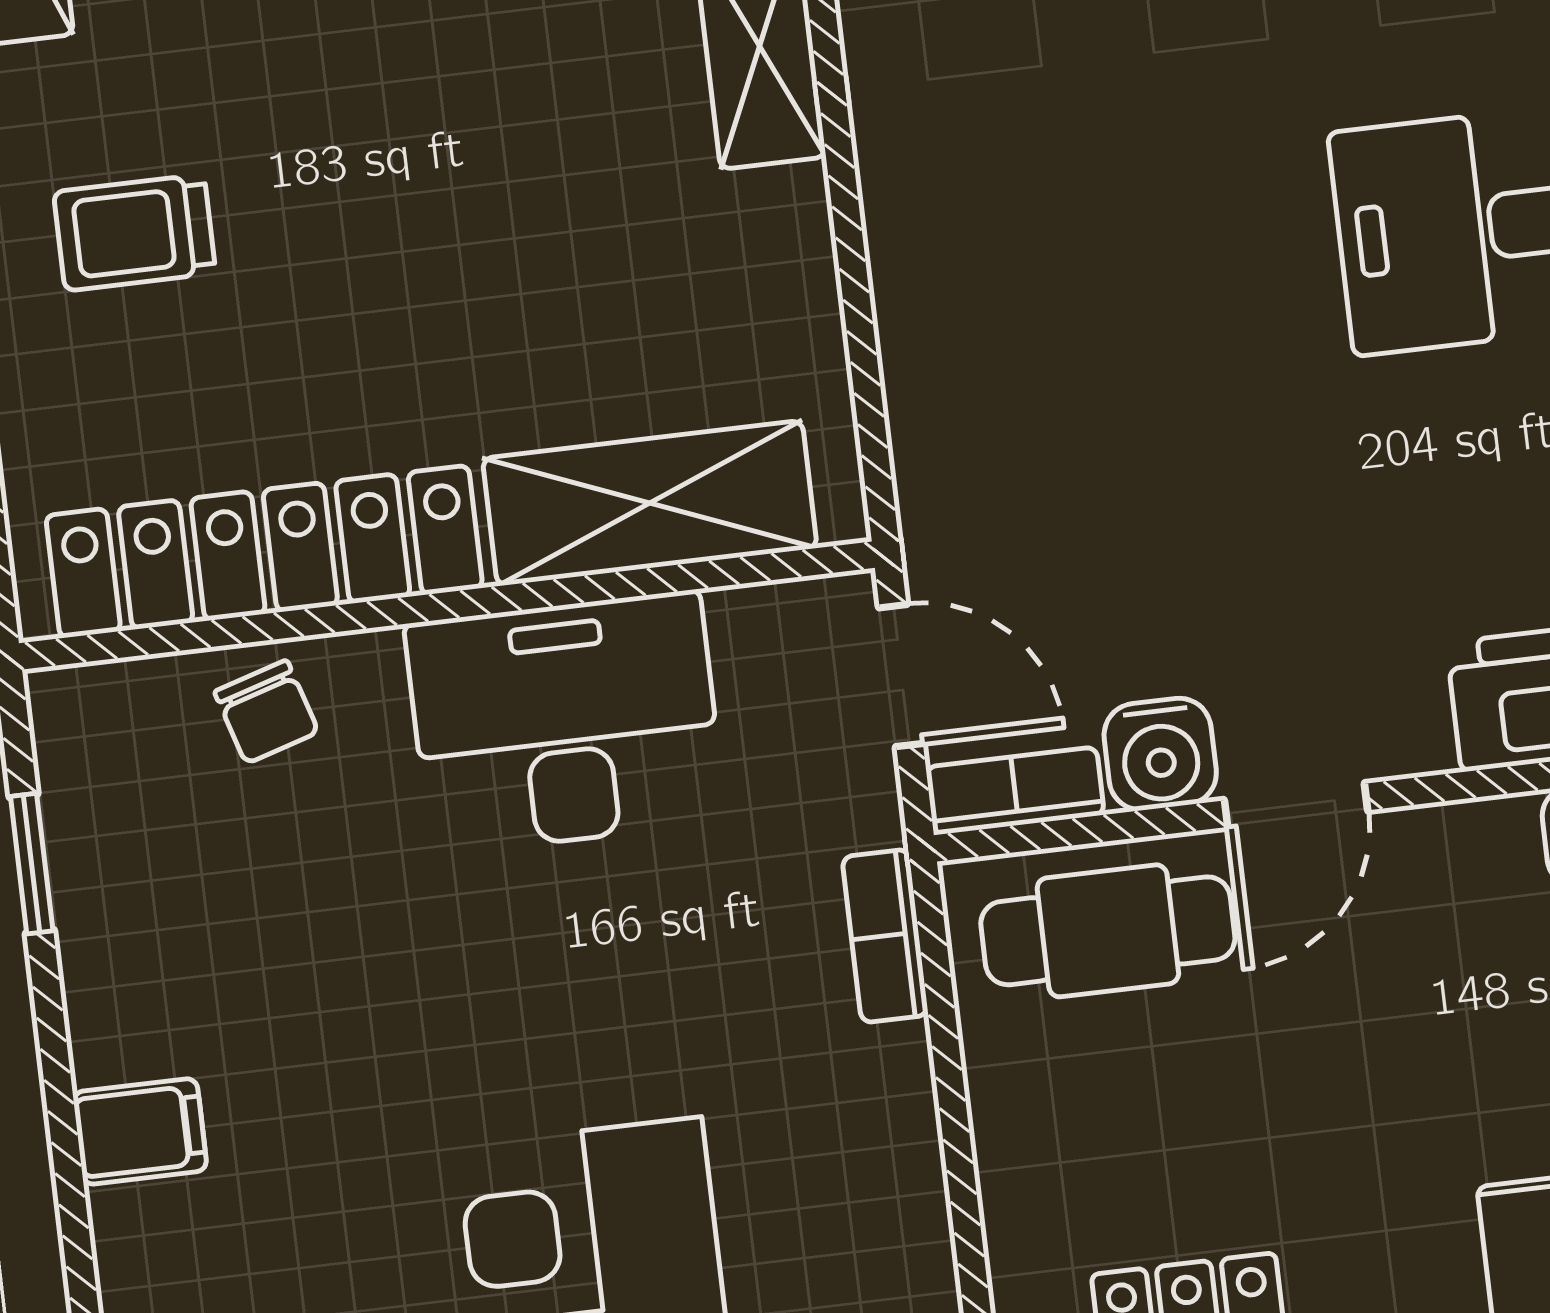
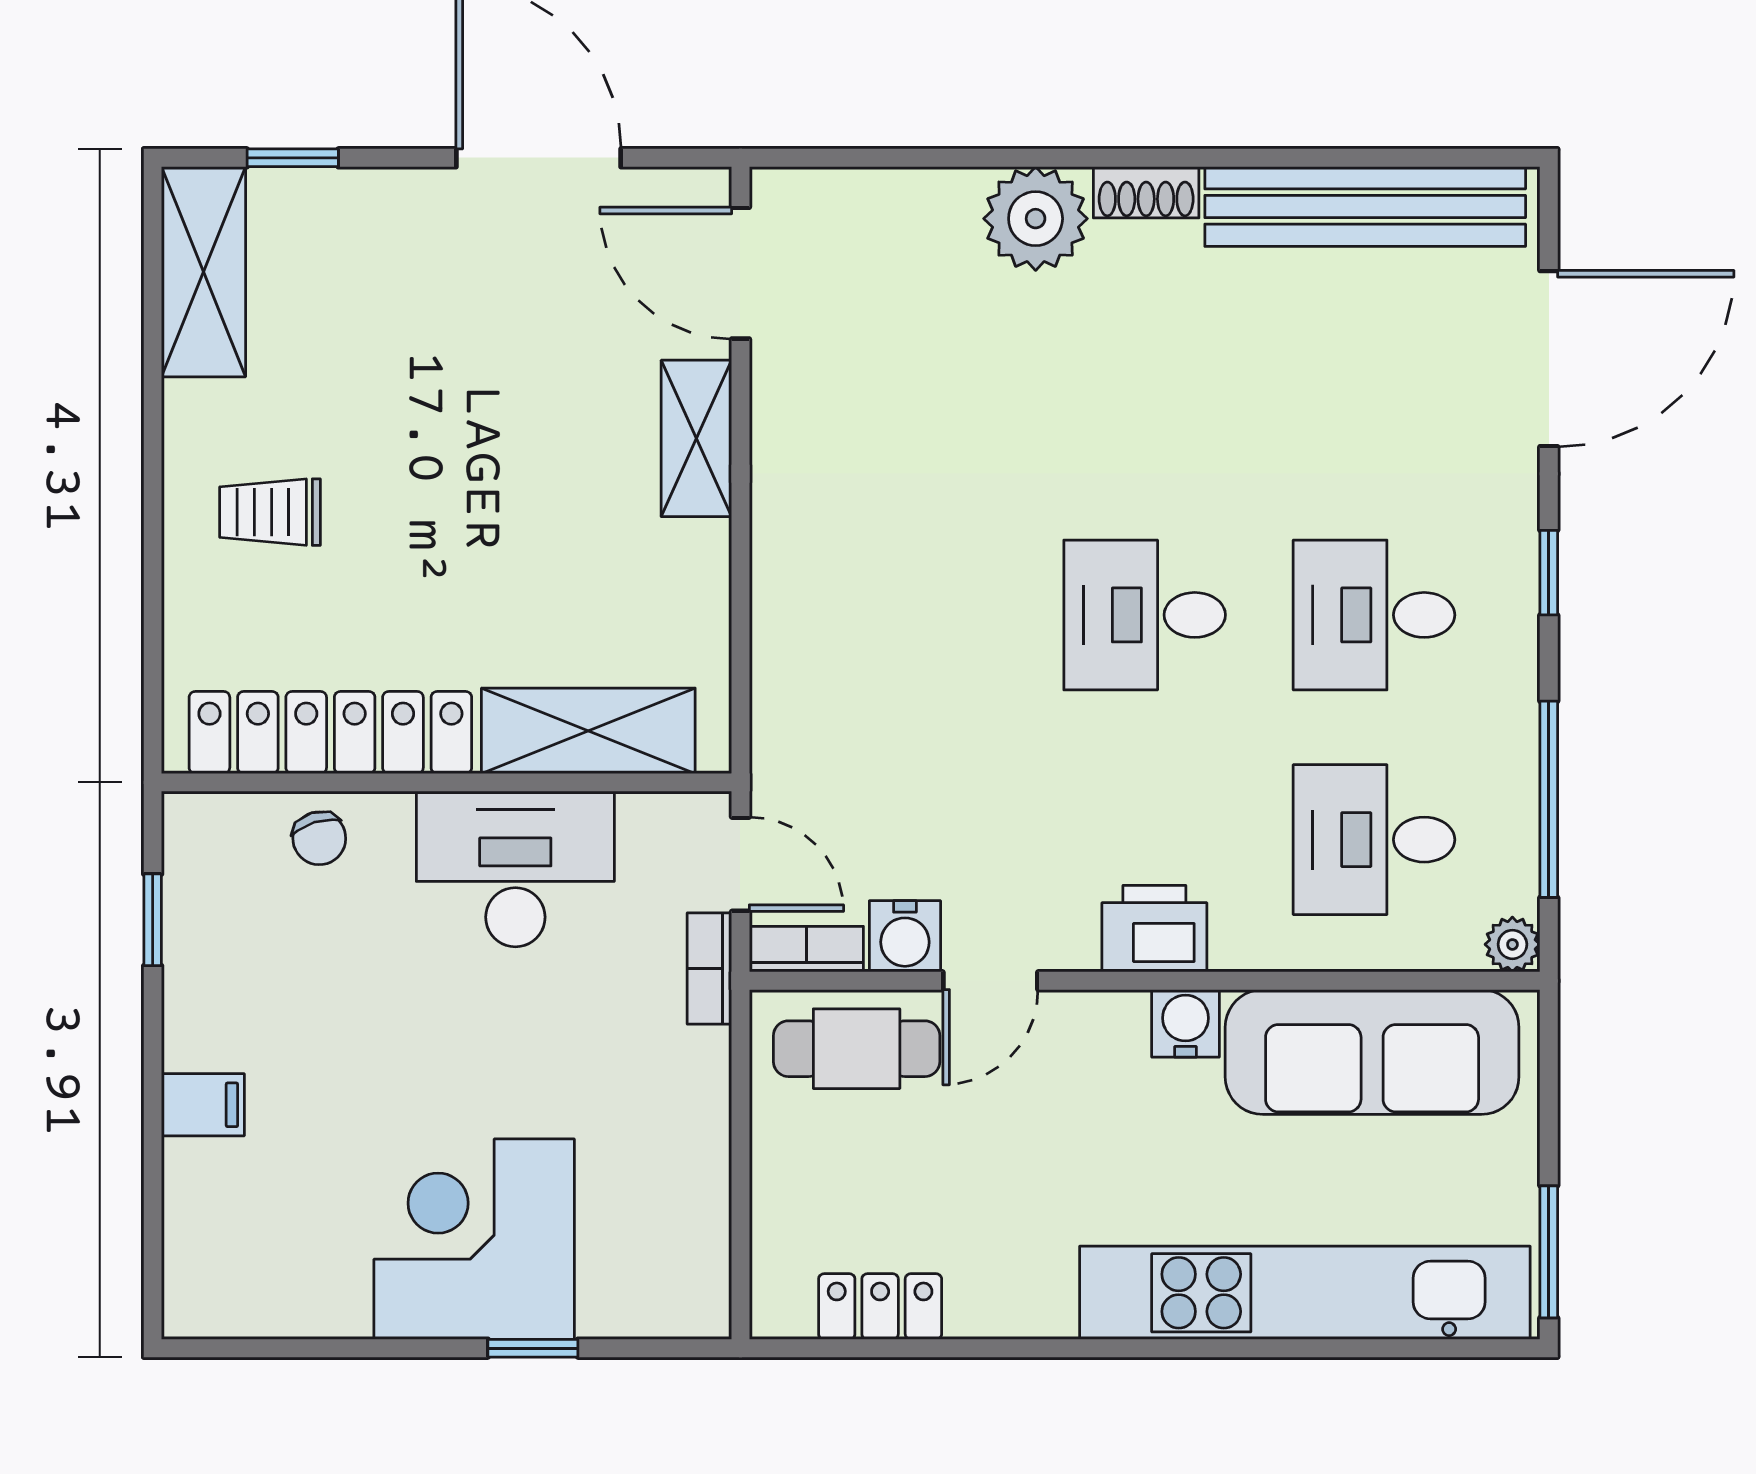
bookcase: (885, 936) -> (709, 969), moved

